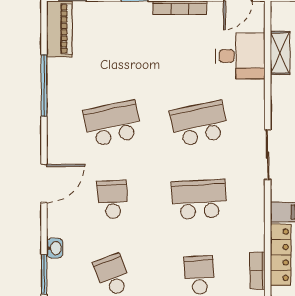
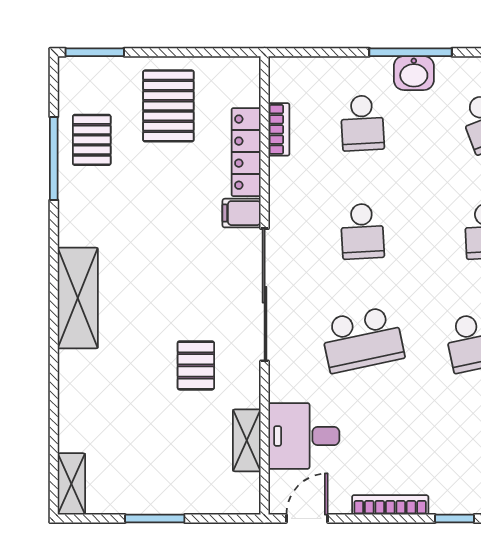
sliding door: (268, 155) -> (265, 295), width x1.86
school desk: (199, 199) -> (362, 231), width x0.54

